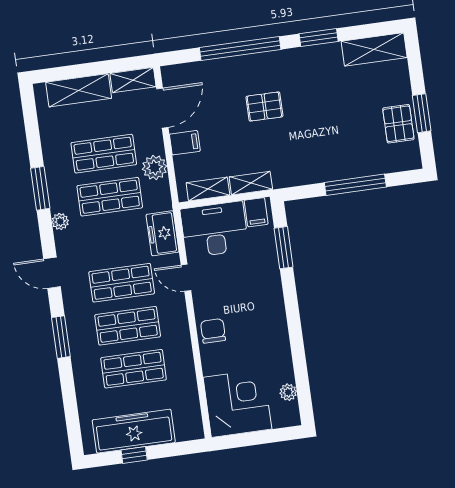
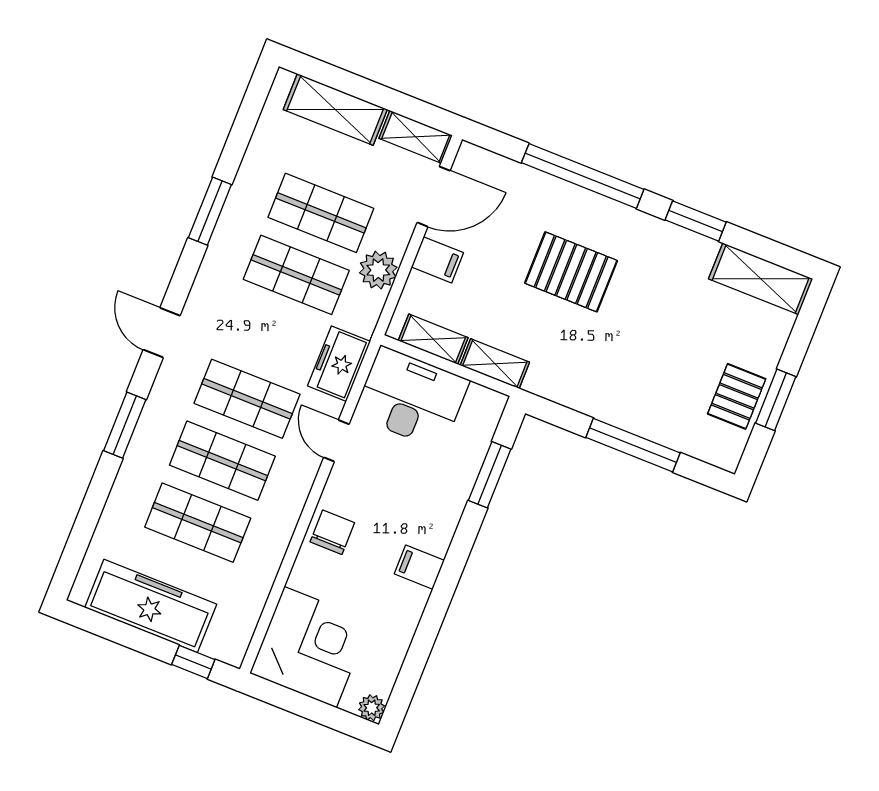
pallet: (264, 107) -> (571, 272), width x1.50, depth x1.42
filing cabinet: (256, 212) -> (419, 567), moved, turned 90
plant: (60, 221) -> (211, 270), removed
plant: (288, 392) -> (372, 708), moved
window: (134, 455) -> (193, 662), moved

